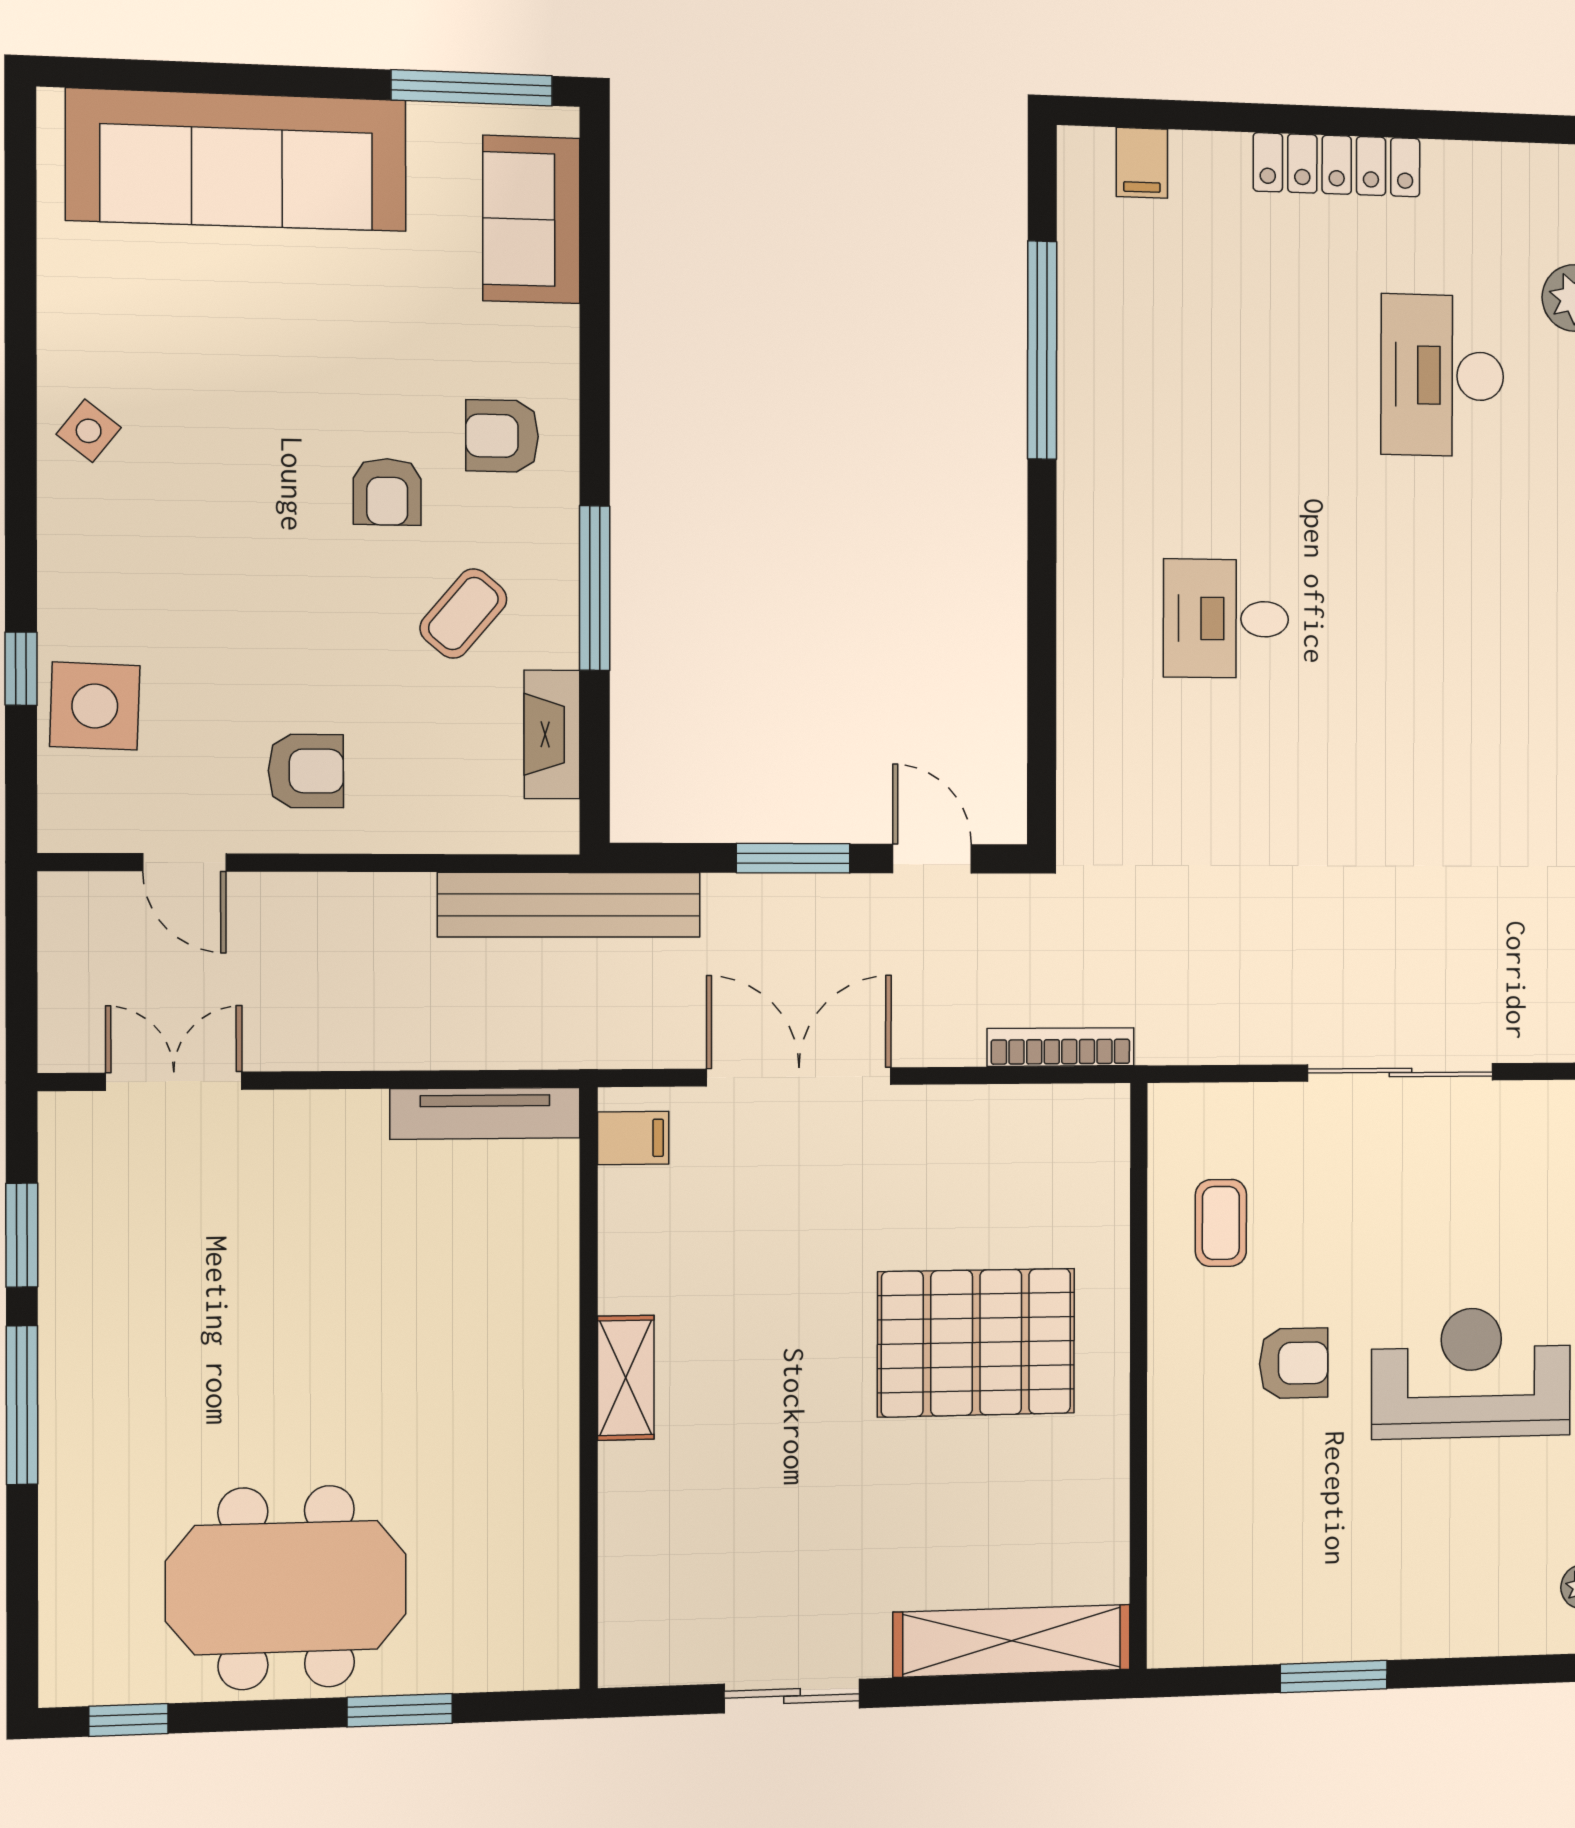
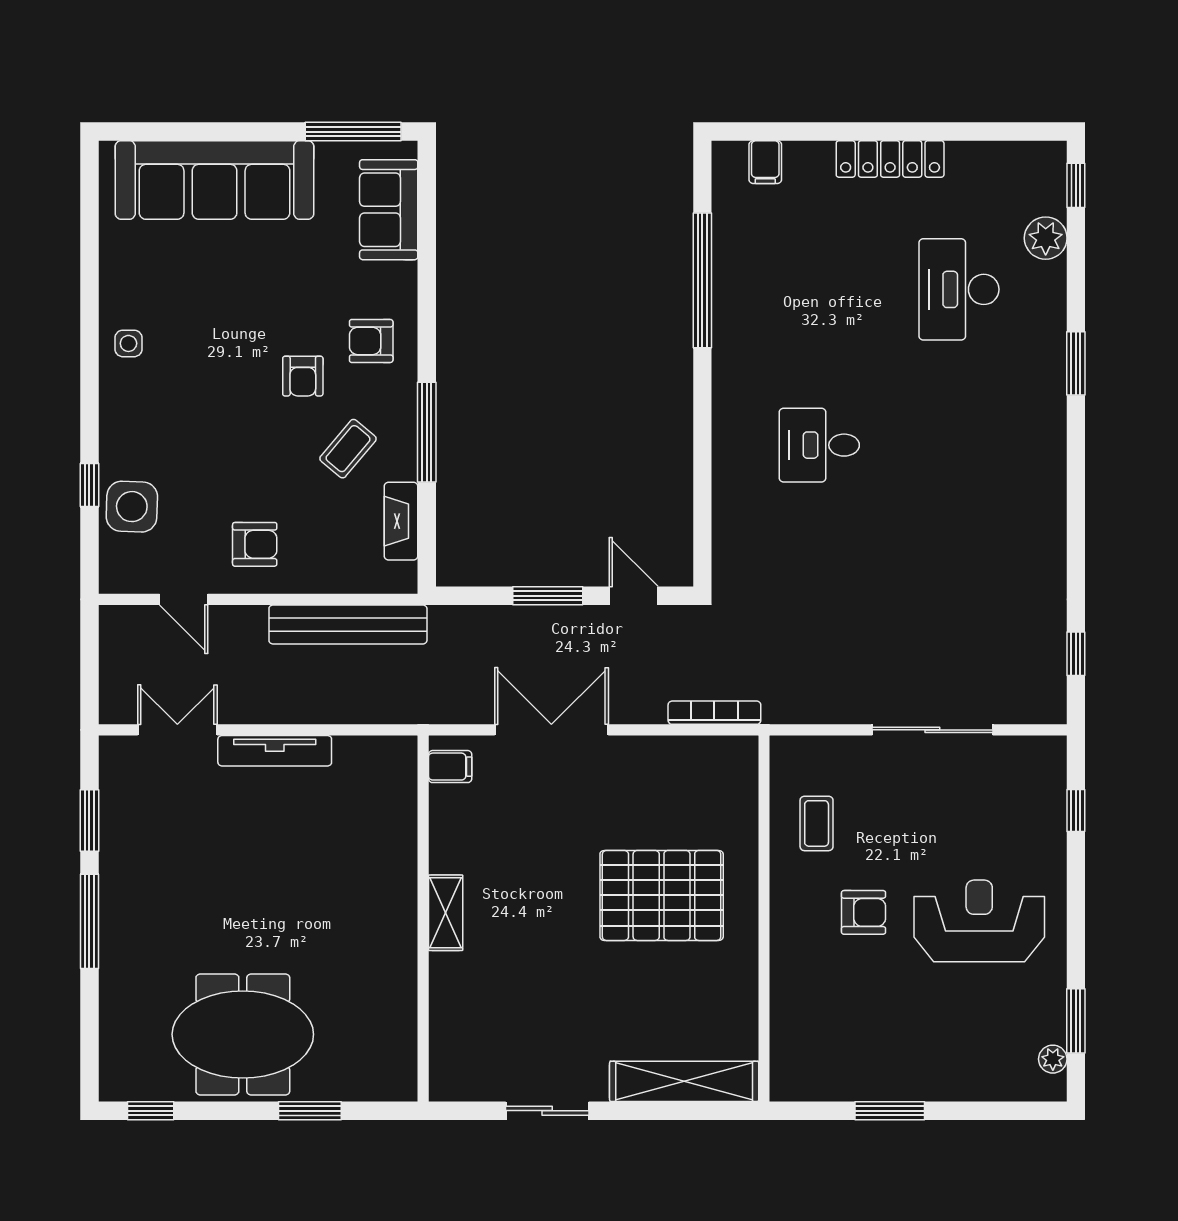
side table: (89, 431) -> (128, 343), turned -38
bench: (569, 905) -> (348, 624), moved
tv unit: (485, 1113) -> (275, 751), moved

